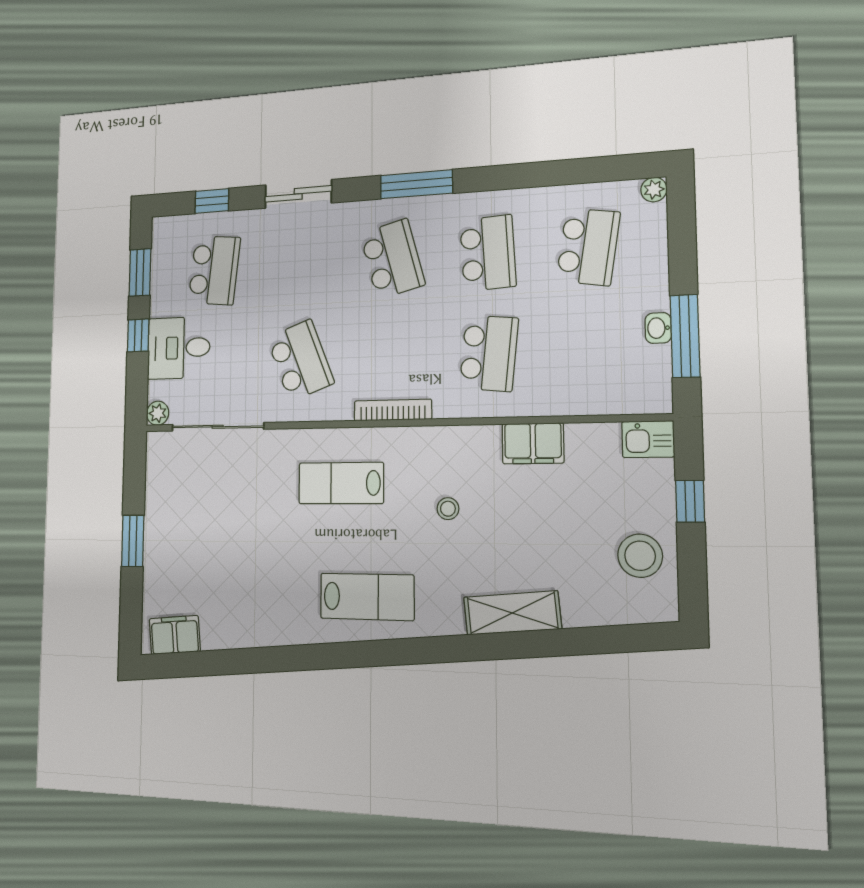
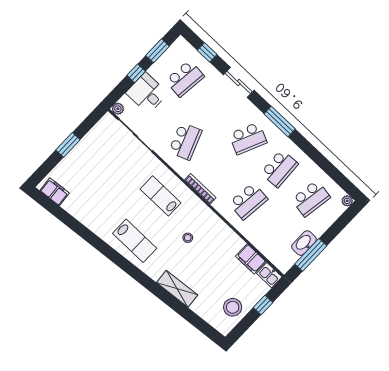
school desk: (392, 259) -> (248, 138), turned 39
washbasin: (658, 328) -> (304, 243), width x1.91, depth x1.45
filing cabinet: (533, 443) -> (251, 259), moved

